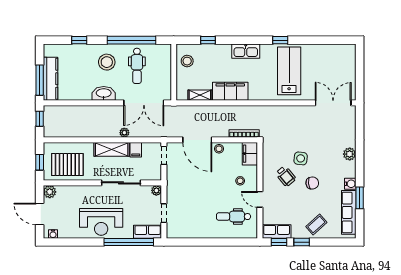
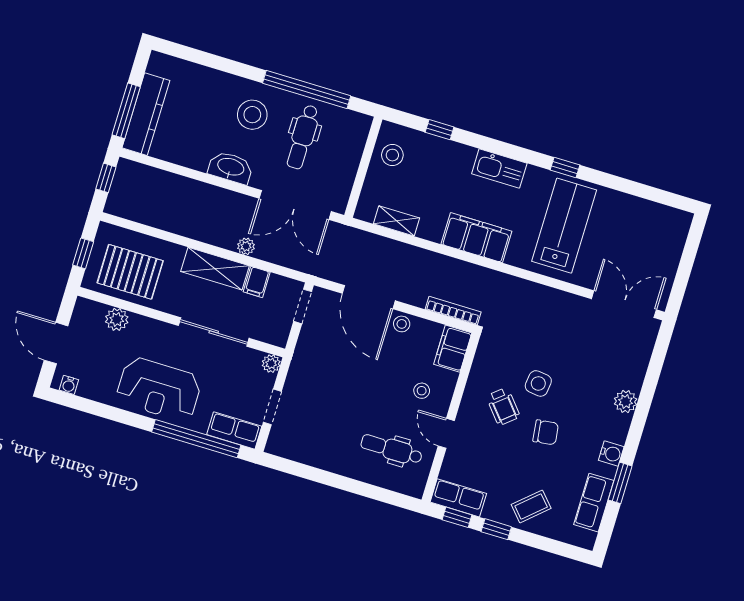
window: (79, 40) -> (216, 62), removed
filing cabinet: (230, 91) -> (476, 238), moved
plant: (50, 192) -> (117, 319), moved
row of seats: (349, 212) -> (594, 503), width x0.68

